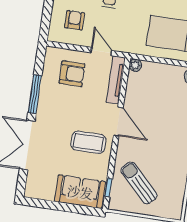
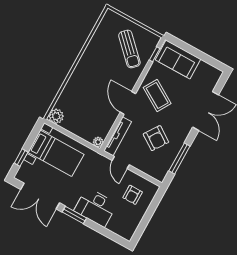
armchair: (72, 74) -> (156, 138), moved, turned -146
window: (35, 94) -> (179, 158), moved
coffee table: (88, 142) -> (157, 95), turned 31

